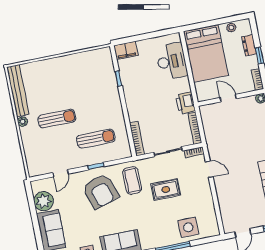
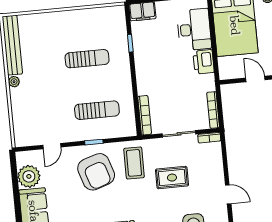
printer: (186, 103) -> (204, 62), moved
sun lounger: (57, 119) -> (87, 59), moved
door: (209, 169) -> (228, 194), moved

